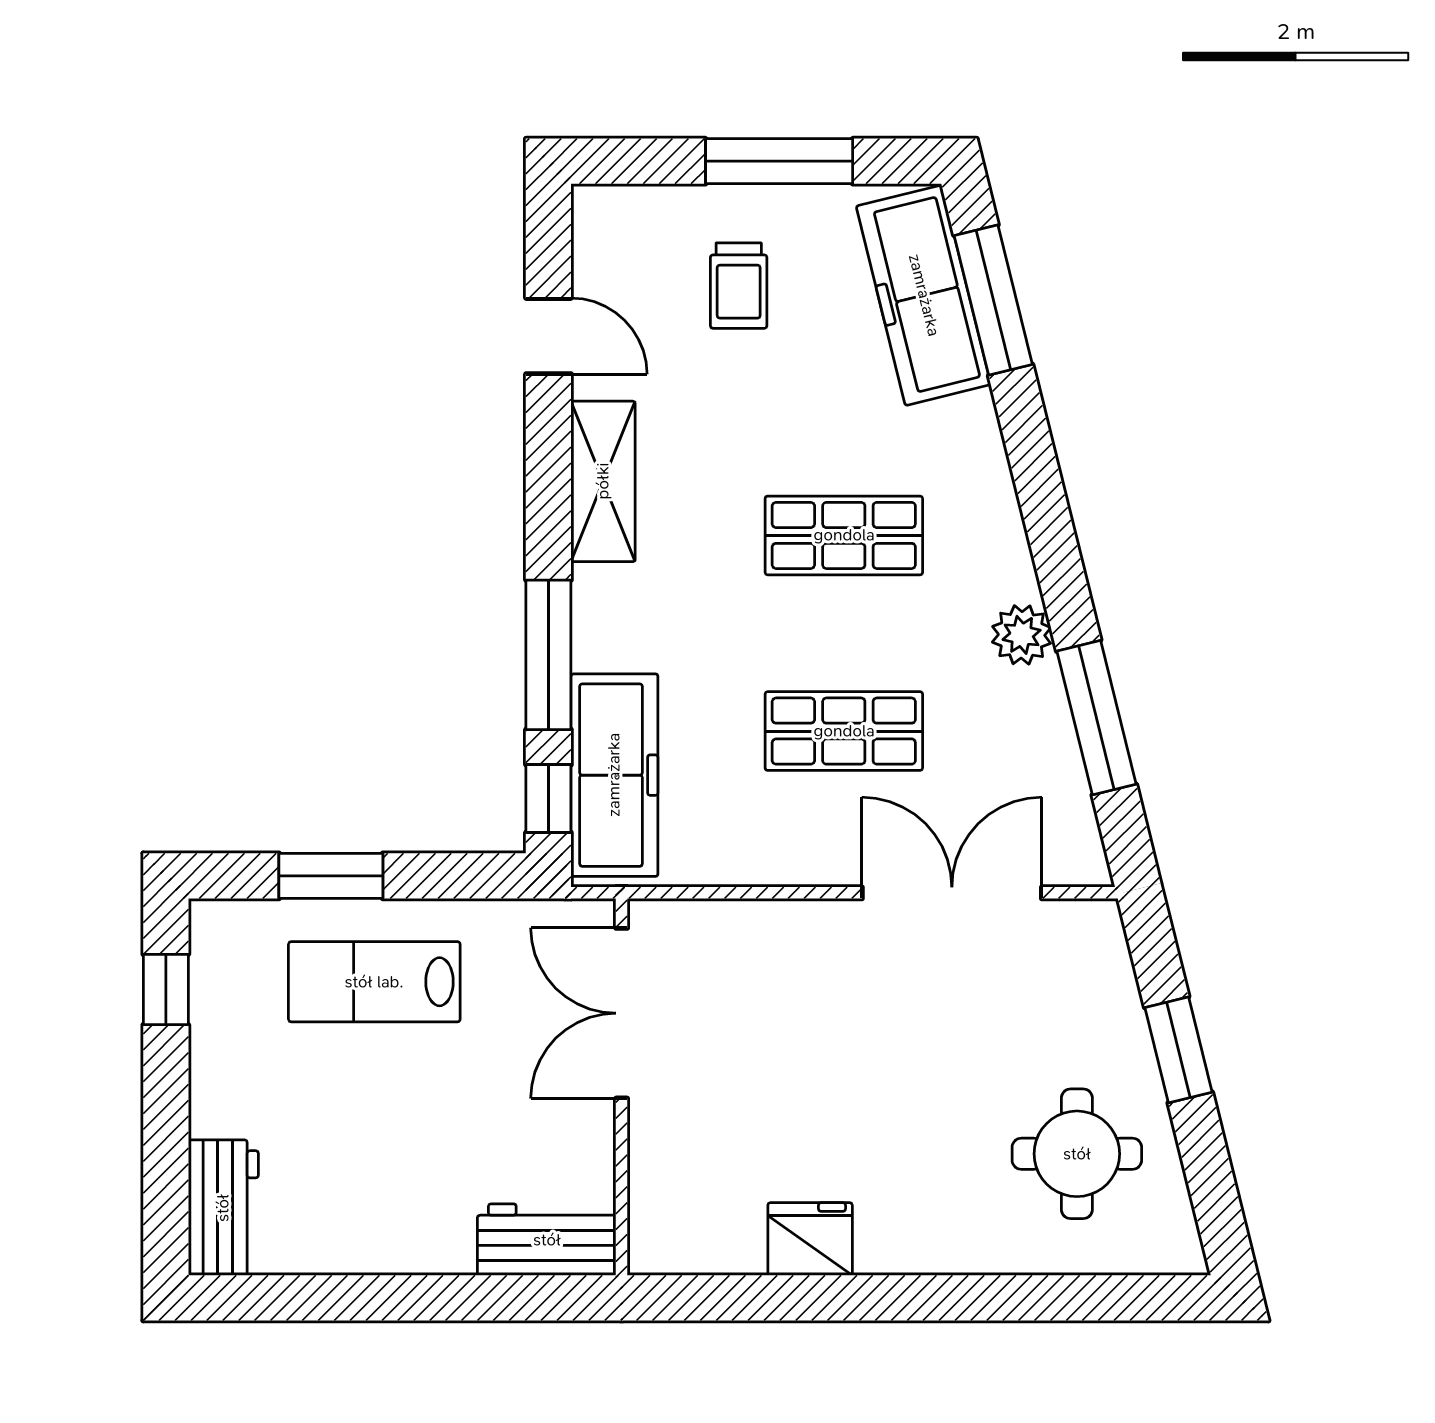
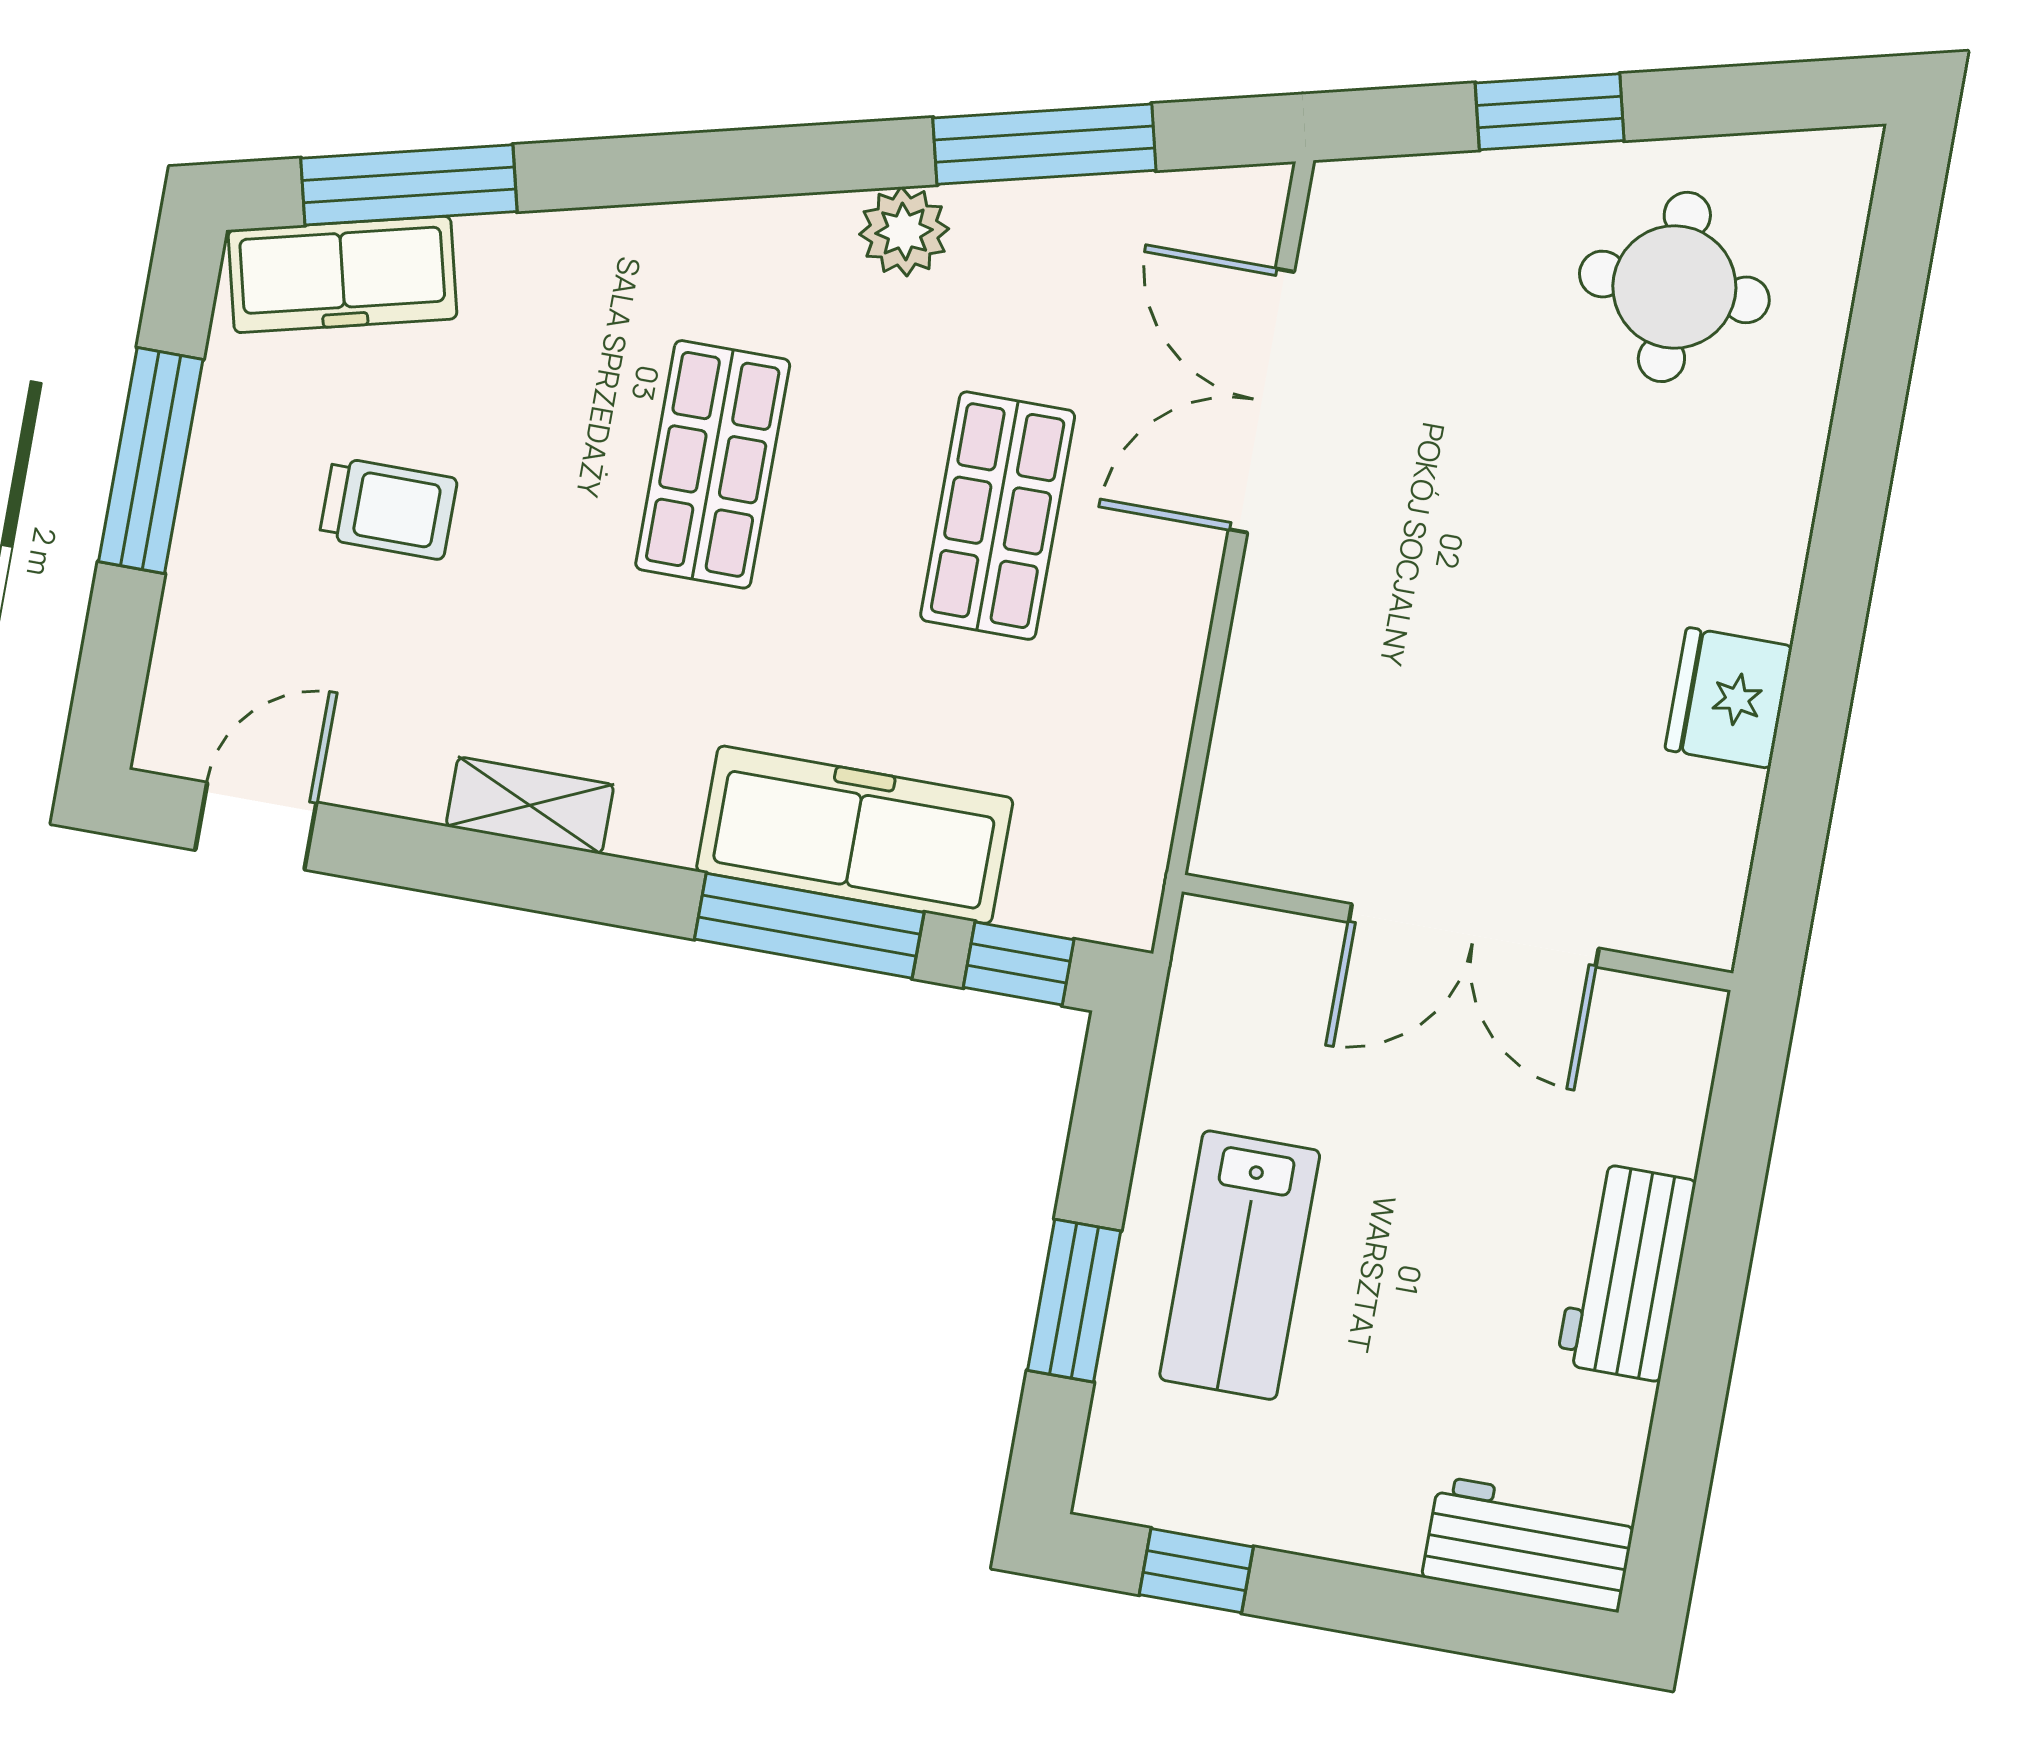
trolley: (739, 286) -> (388, 508), moved
freezer: (924, 295) -> (342, 274), width x0.73, depth x0.79
door: (548, 336) -> (256, 826), moved
shelving: (603, 481) -> (530, 805), width x0.67, depth x0.75
freezer: (614, 775) -> (855, 835), moved
double door: (622, 1013) -> (1474, 935), moved
workbench: (547, 1240) -> (1626, 1272), moved

